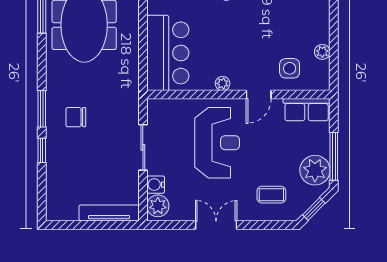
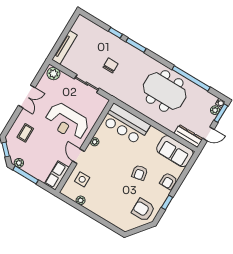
chair: (76, 117) -> (110, 65), moved
plant: (315, 170) -> (19, 163), width x0.53, depth x0.53
water cooler: (156, 185) -> (65, 79), removed

